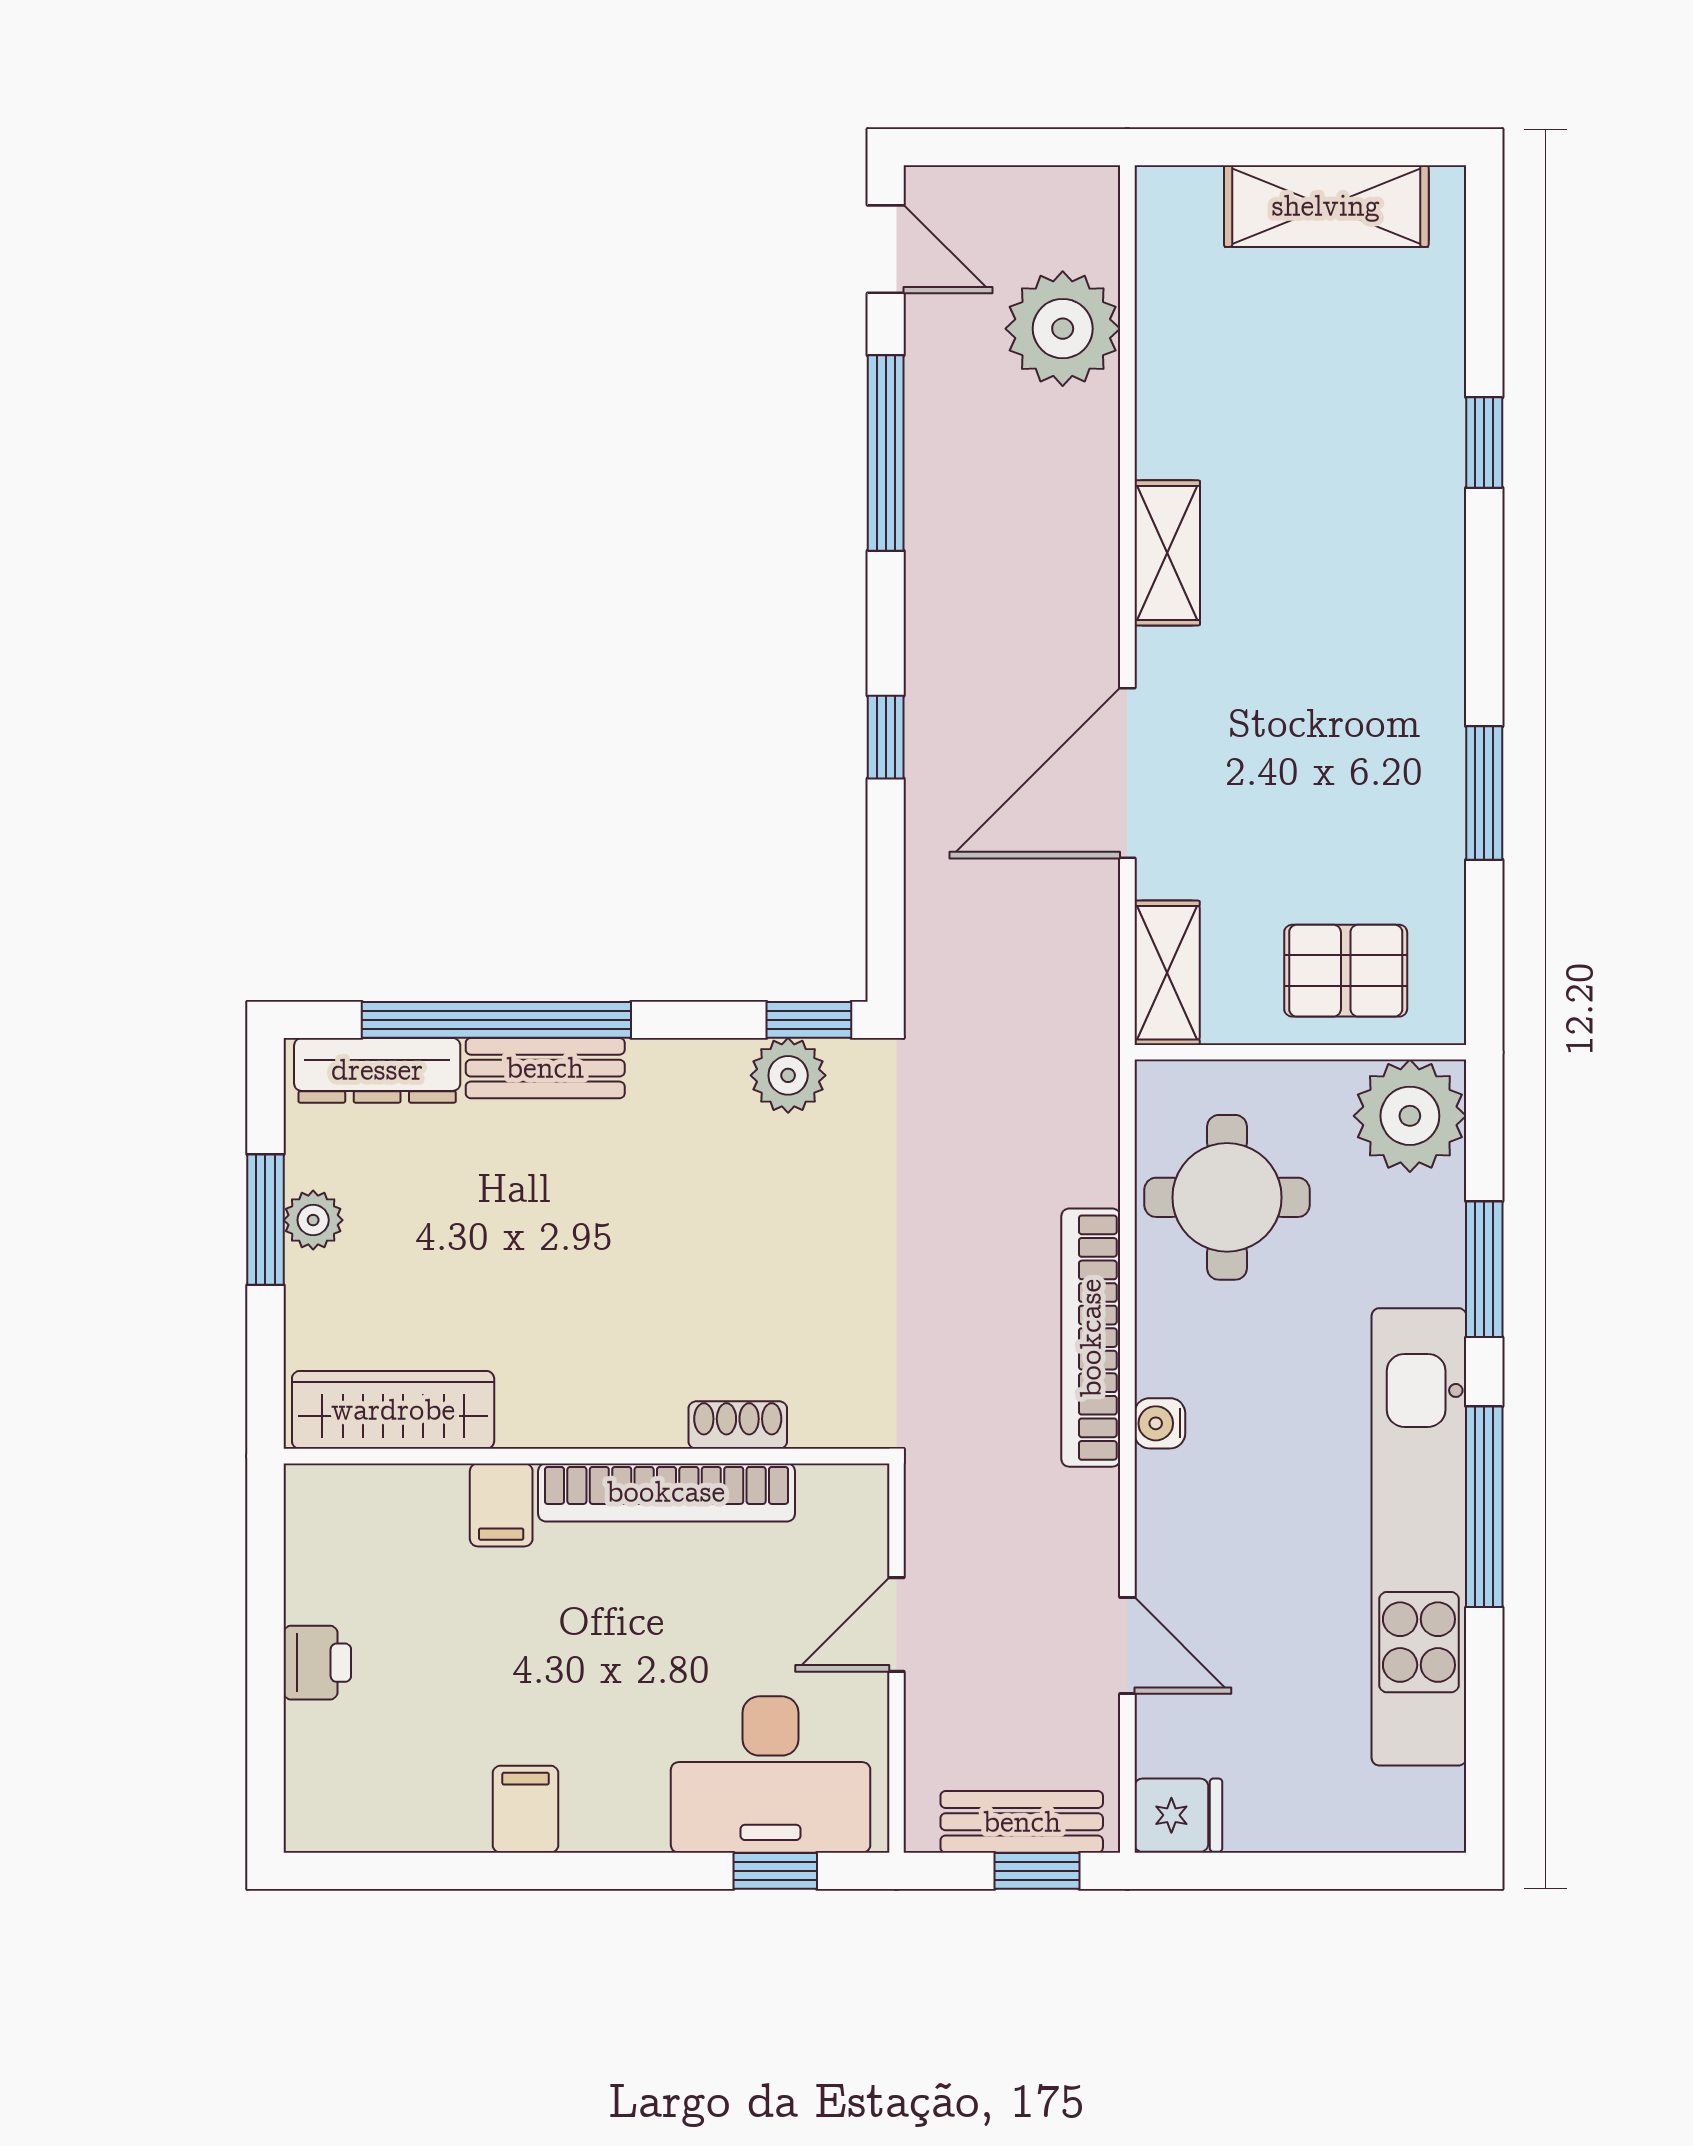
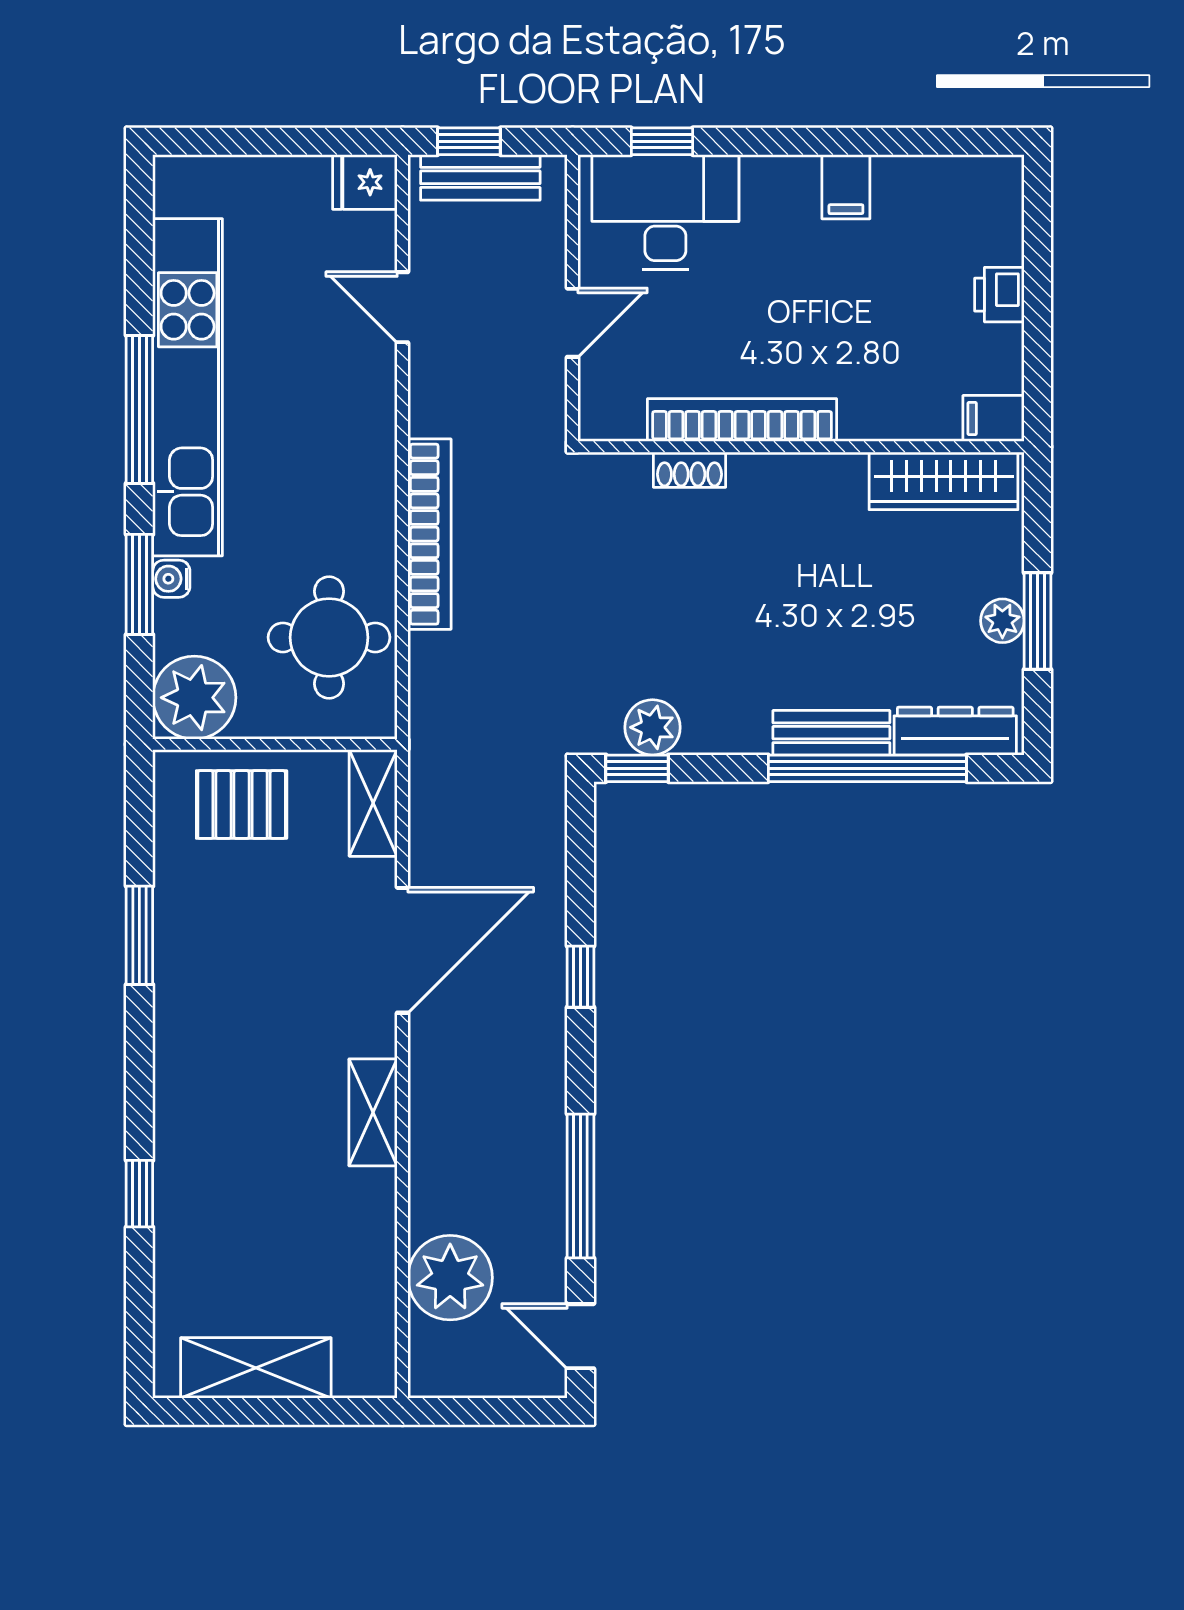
water cooler: (1160, 1423) -> (171, 579), moved, turned 180
filing cabinet: (501, 1505) -> (994, 418), moved, turned -90

